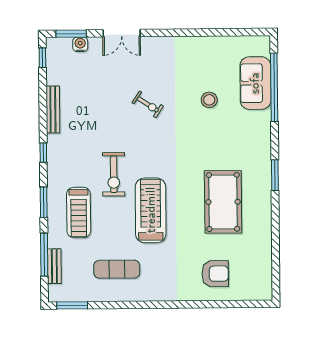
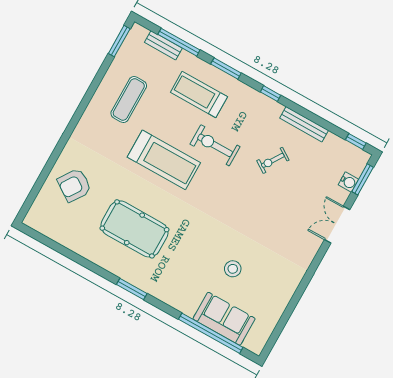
exercise bike: (148, 104) -> (273, 160), moved
armchair: (215, 274) -> (74, 185), turned 34

